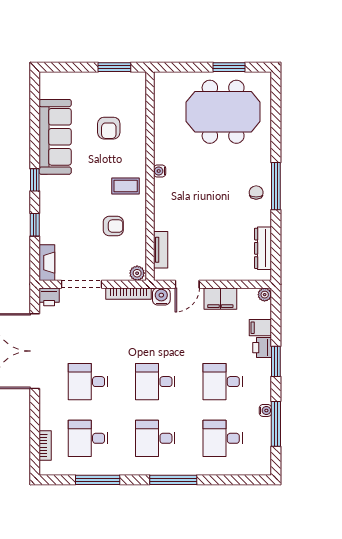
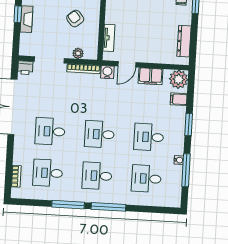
armchair: (113, 226) -> (75, 19), turned -130
fireplace: (47, 263) -> (26, 19), moved
plant: (137, 273) -> (78, 53), moved
plant: (265, 295) -> (179, 79), width x1.88, depth x1.88
printer: (262, 348) -> (179, 114), removed
window: (98, 480) -> (68, 205), moved

